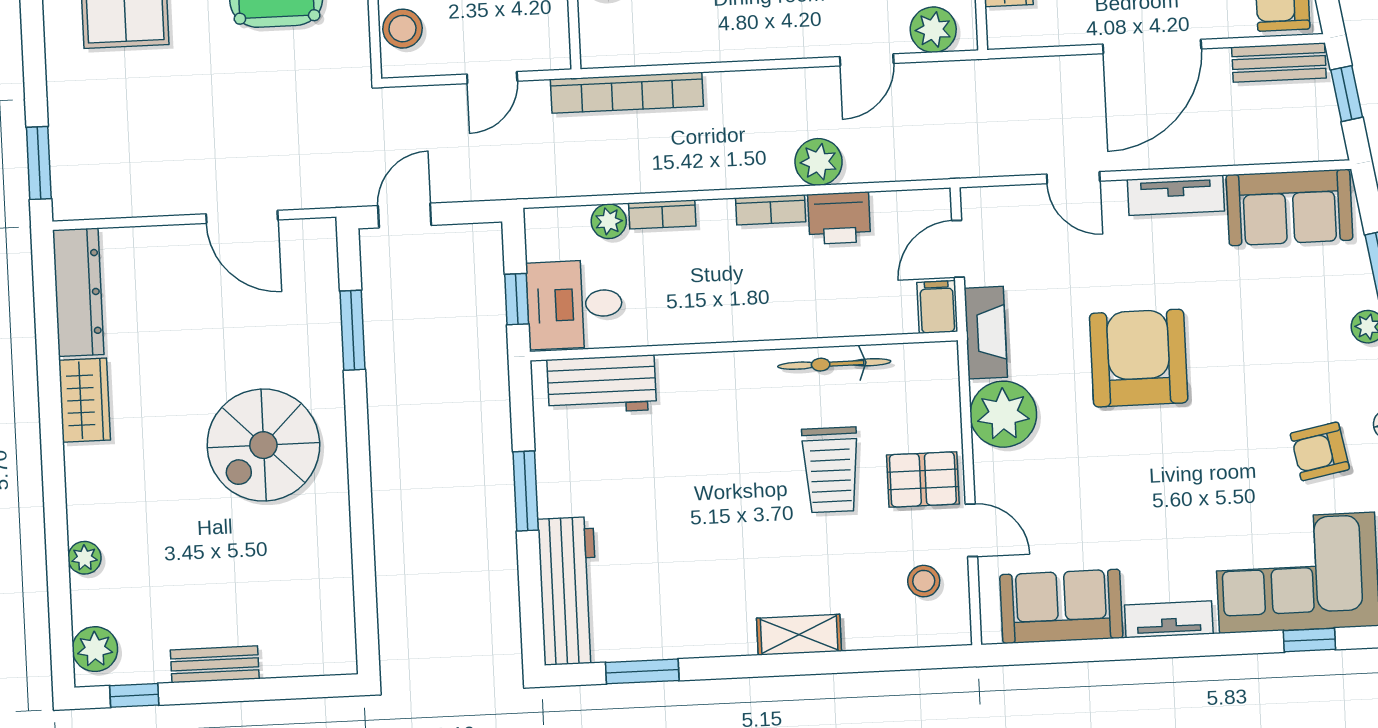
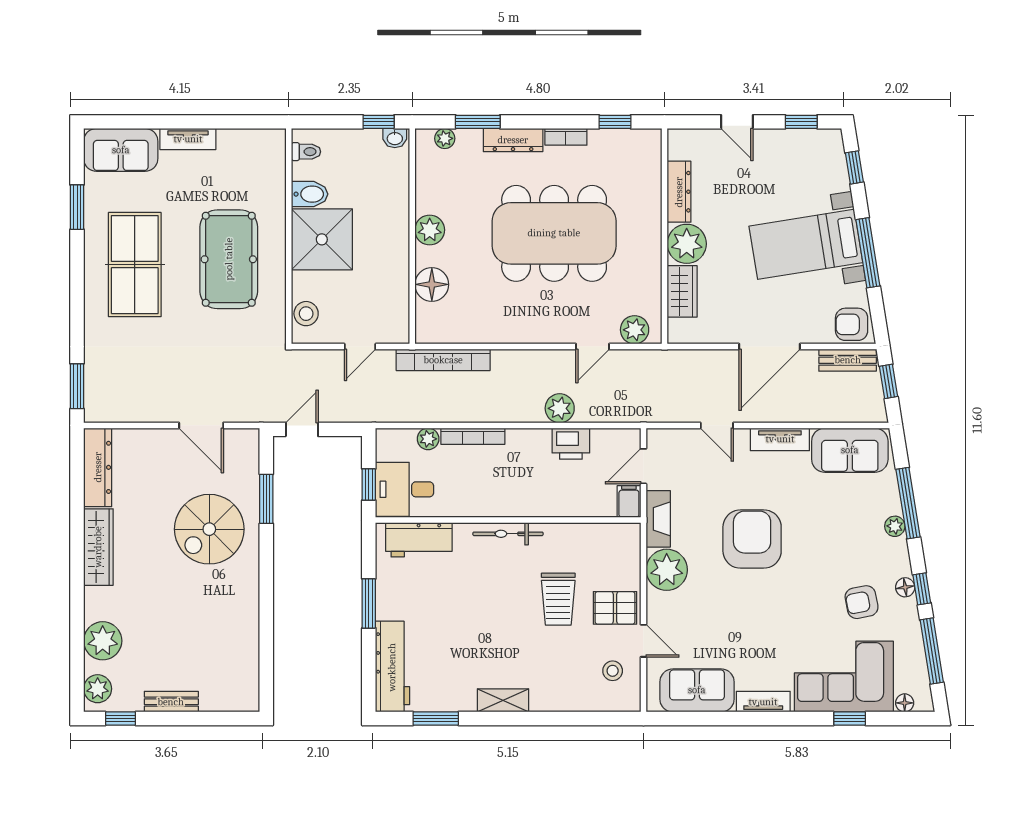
bookcase: (771, 210) -> (529, 437), removed
bookcase: (662, 214) -> (473, 436), width x1.56
bicycle: (834, 364) -> (508, 534), moved
wardrobe: (85, 400) -> (98, 547), width x1.50
spiral stairs: (263, 445) -> (209, 529), moved
plant: (85, 558) -> (103, 641), width x1.88, depth x1.88
shelving: (799, 635) -> (503, 700), moved

